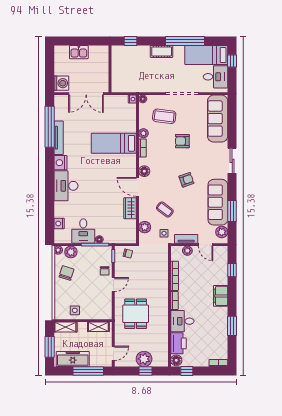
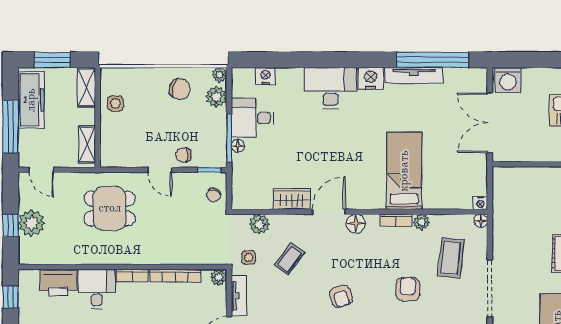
plant: (187, 251) -> (219, 277), moved
floor lamp: (176, 360) -> (29, 279), removed

